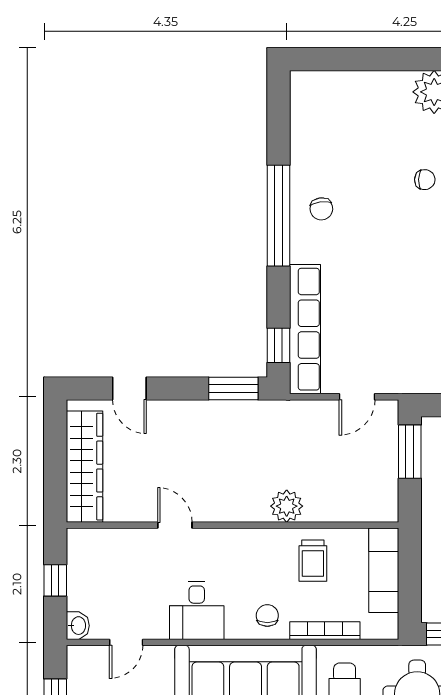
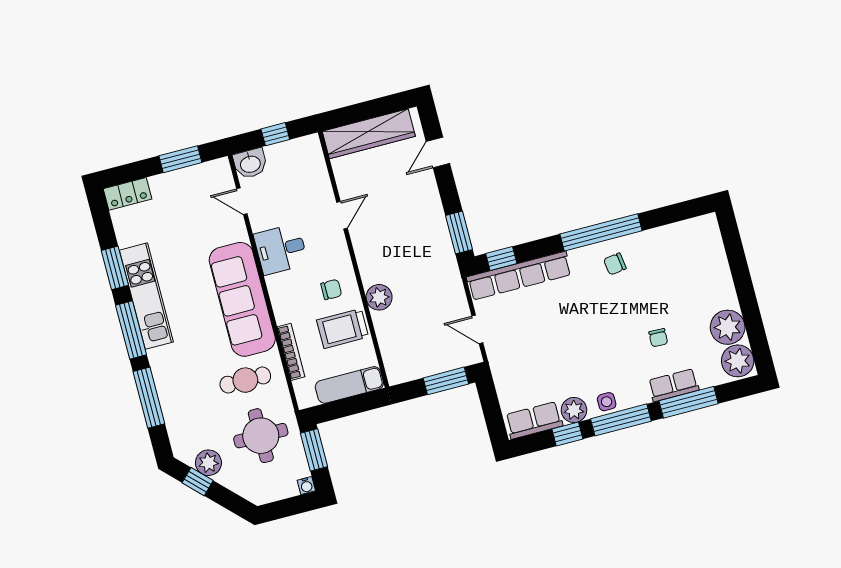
trolley: (313, 561) -> (343, 329), width x1.36, depth x1.39
chair: (267, 616) -> (331, 289), moved
washbasin: (78, 626) -> (250, 163), width x1.38, depth x1.45

